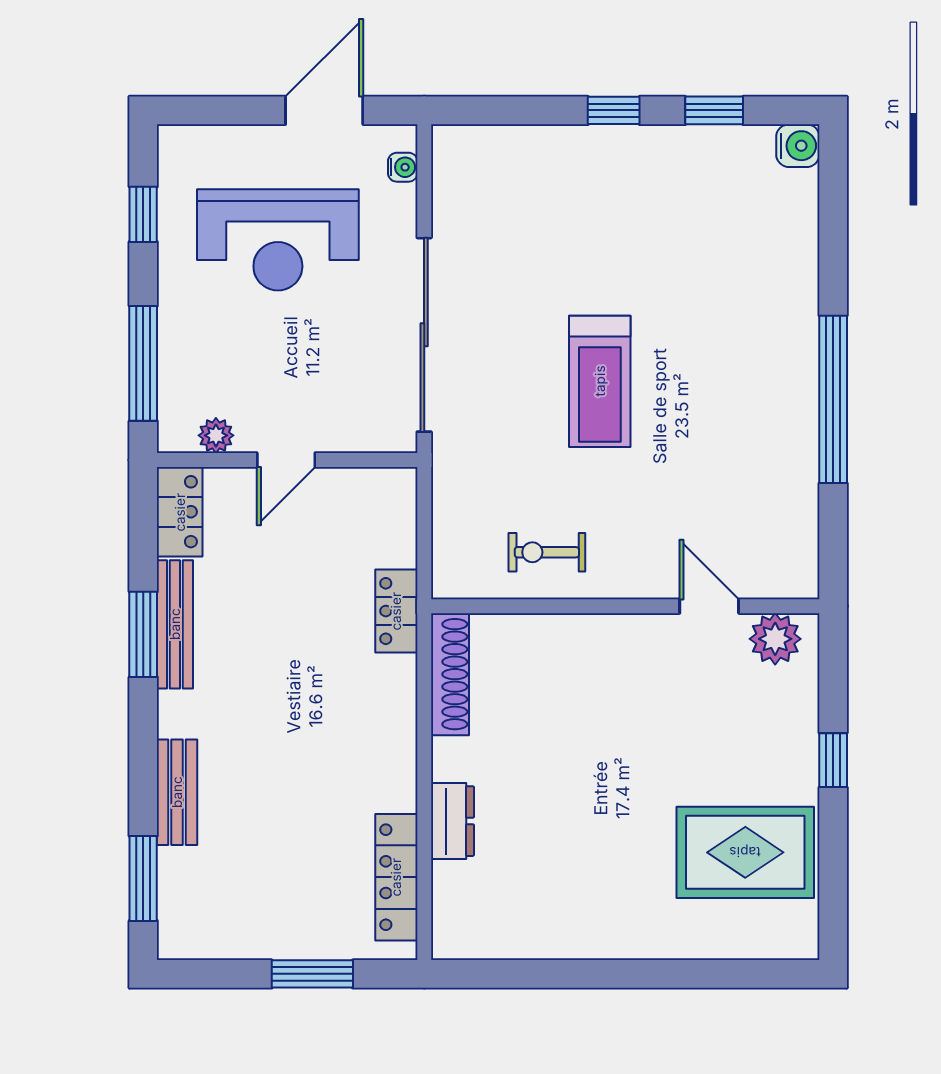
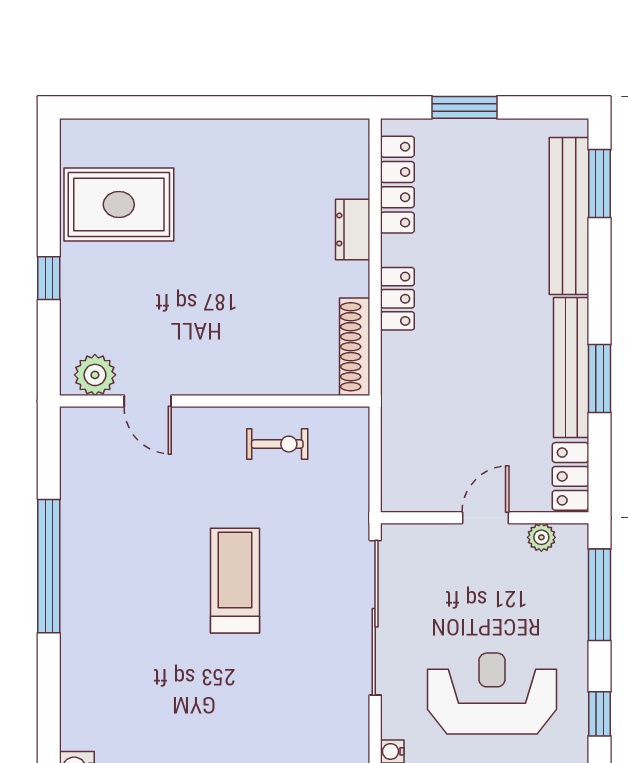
locker: (396, 611) -> (397, 299), moved
bench: (175, 624) -> (571, 368), width x1.37, depth x1.21
bench: (177, 792) -> (569, 216), width x1.86, depth x1.21

